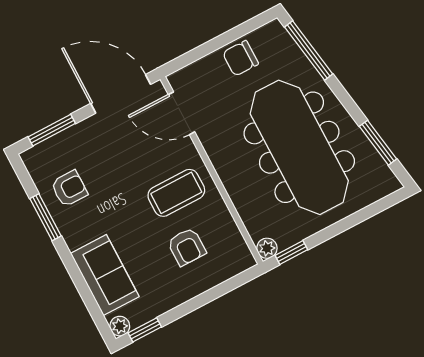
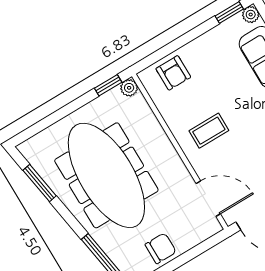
coffee table: (176, 193) -> (209, 131), width x0.73, depth x0.77
armchair: (187, 247) -> (173, 73), moved, turned 180

